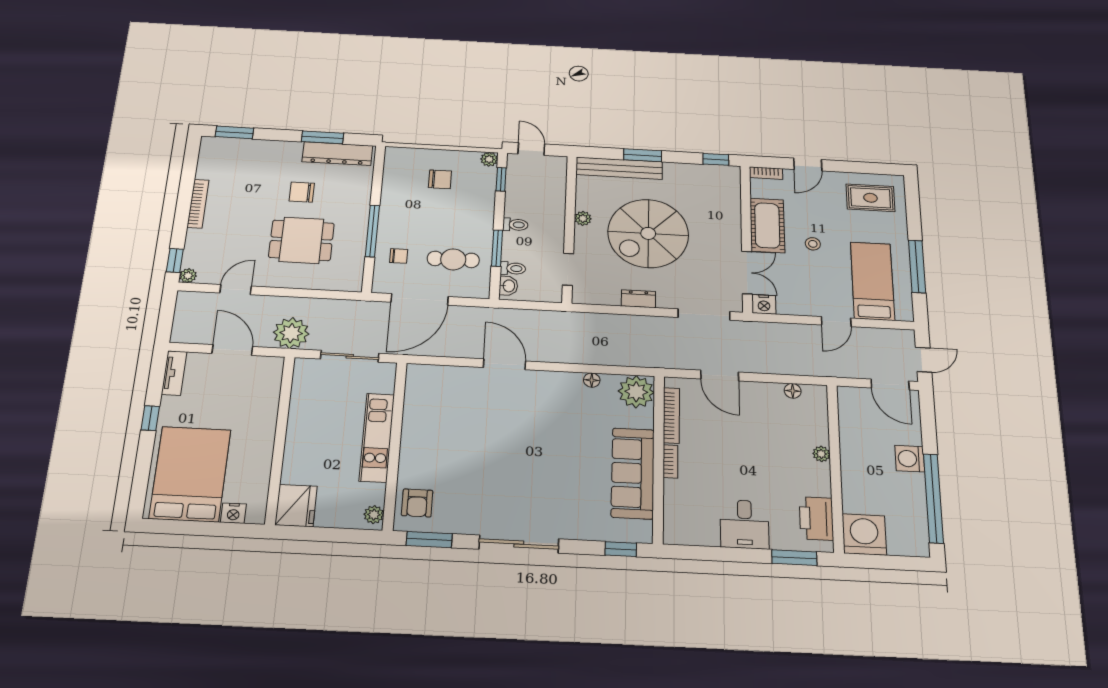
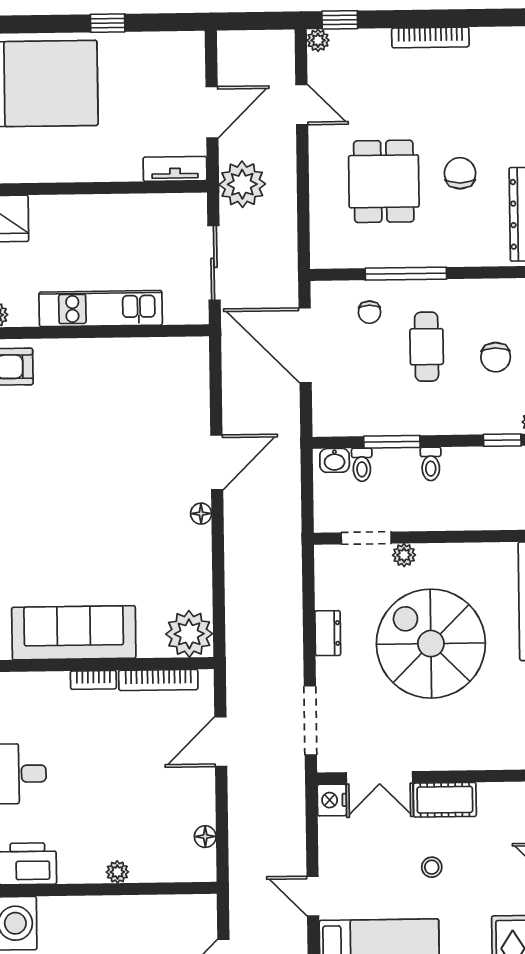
plant: (583, 218) -> (404, 555), moved
cot: (767, 225) -> (445, 800), width x0.73, depth x0.75
cafe table: (453, 259) -> (427, 347), moved
tv unit: (174, 373) -> (175, 169), moved, turned 180
floor lamp: (592, 380) -> (201, 514), moved

